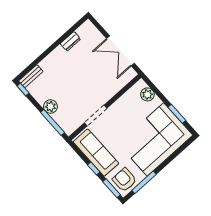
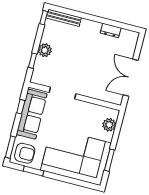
bench: (31, 76) -> (64, 18), width x1.36
window: (52, 122) -> (33, 61), width x0.46
window: (94, 169) -> (21, 107), moved
armchair: (124, 180) -> (25, 153), turned 90
window: (144, 182) -> (33, 171), width x0.69

